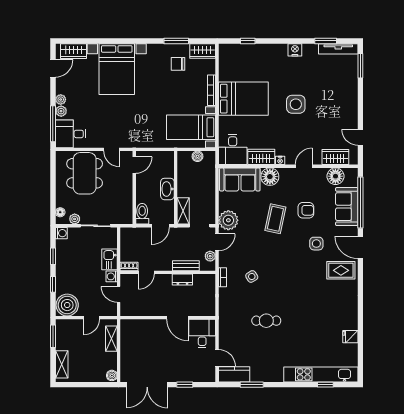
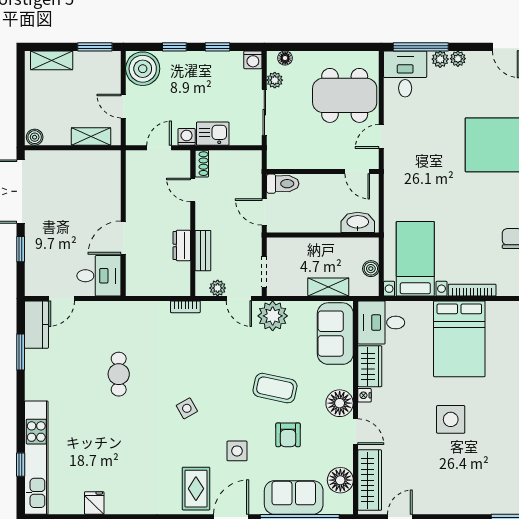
wardrobe: (335, 157) -> (370, 480), width x1.50
floor lamp: (270, 177) -> (340, 403), moved
washbasin: (167, 189) -> (358, 222), moved
shelving: (183, 211) -> (328, 287), moved
side table: (252, 276) -> (187, 408), moved

